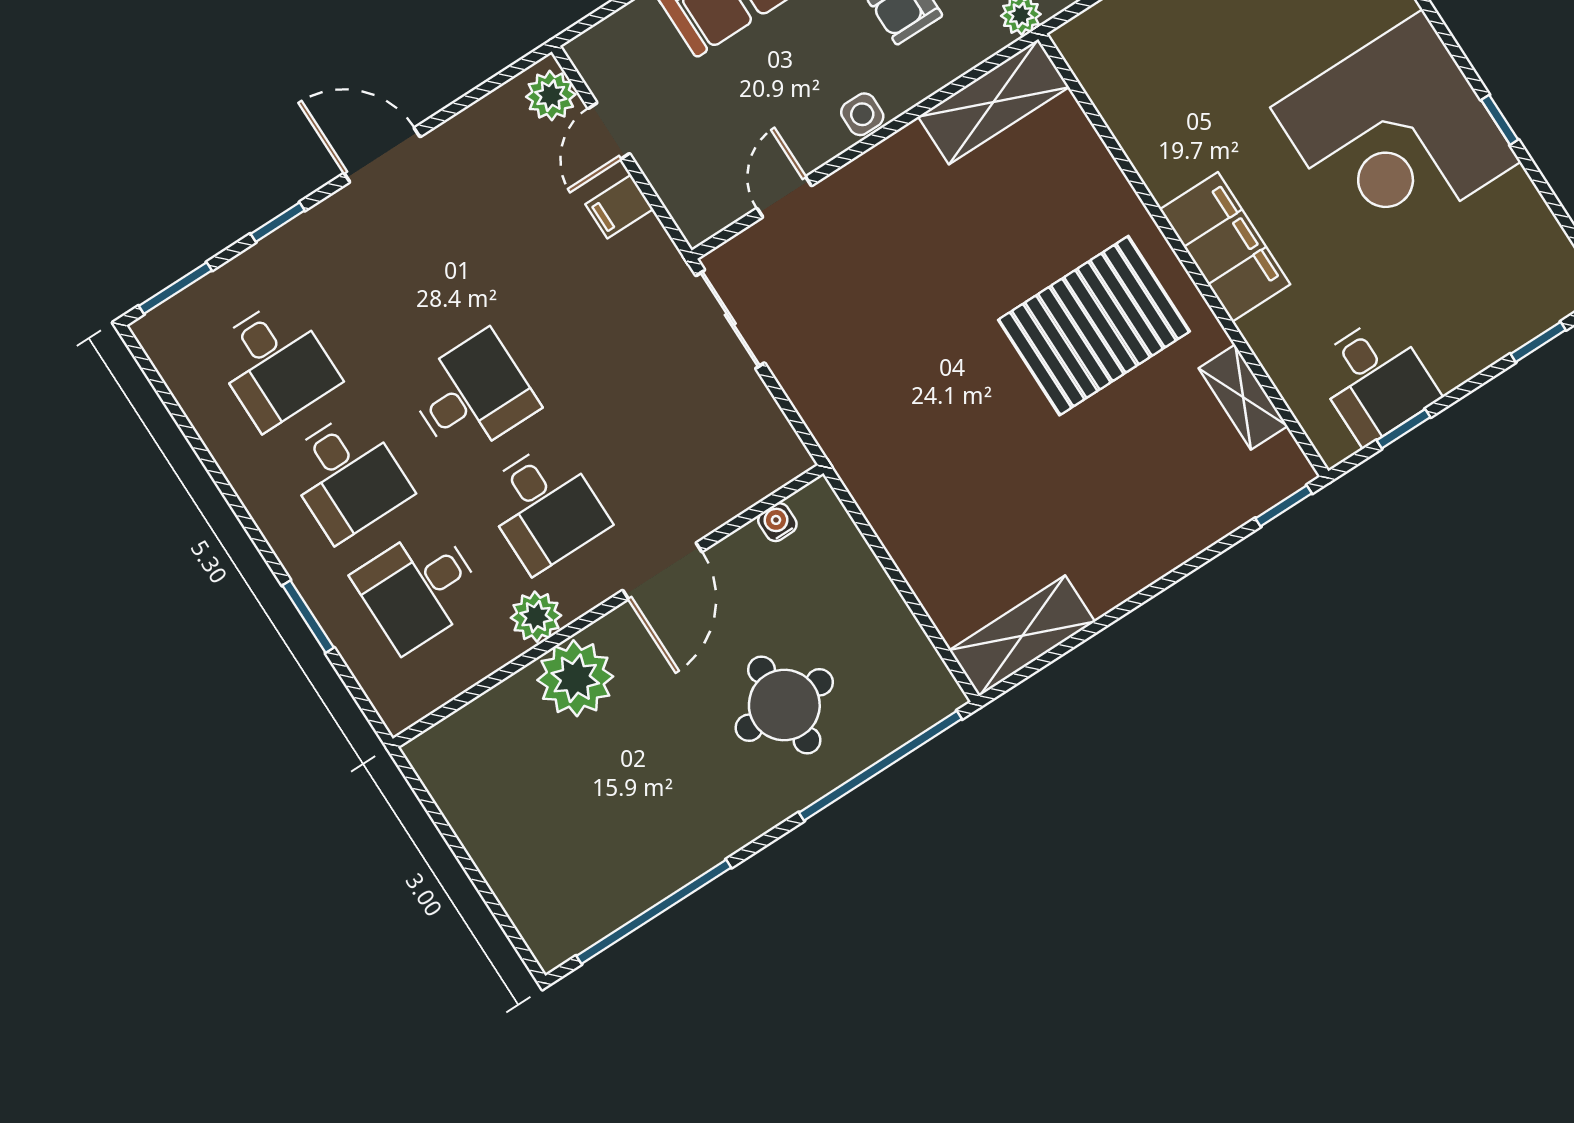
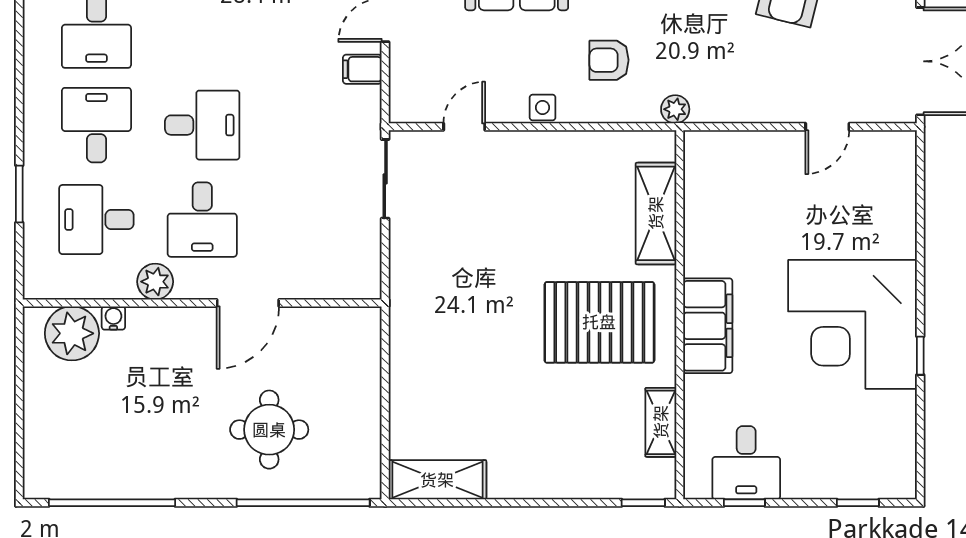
shelving: (994, 102) -> (656, 213), moved, turned 90
desk: (347, 476) -> (96, 125), turned 180
water cooler: (777, 522) -> (113, 318), moved
plant: (575, 678) -> (72, 333), moved

